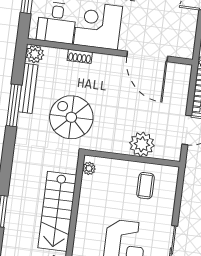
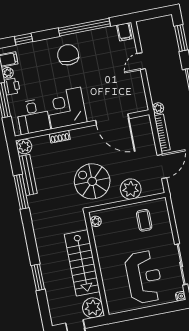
spiral stairs: (71, 117) -> (92, 181), moved

